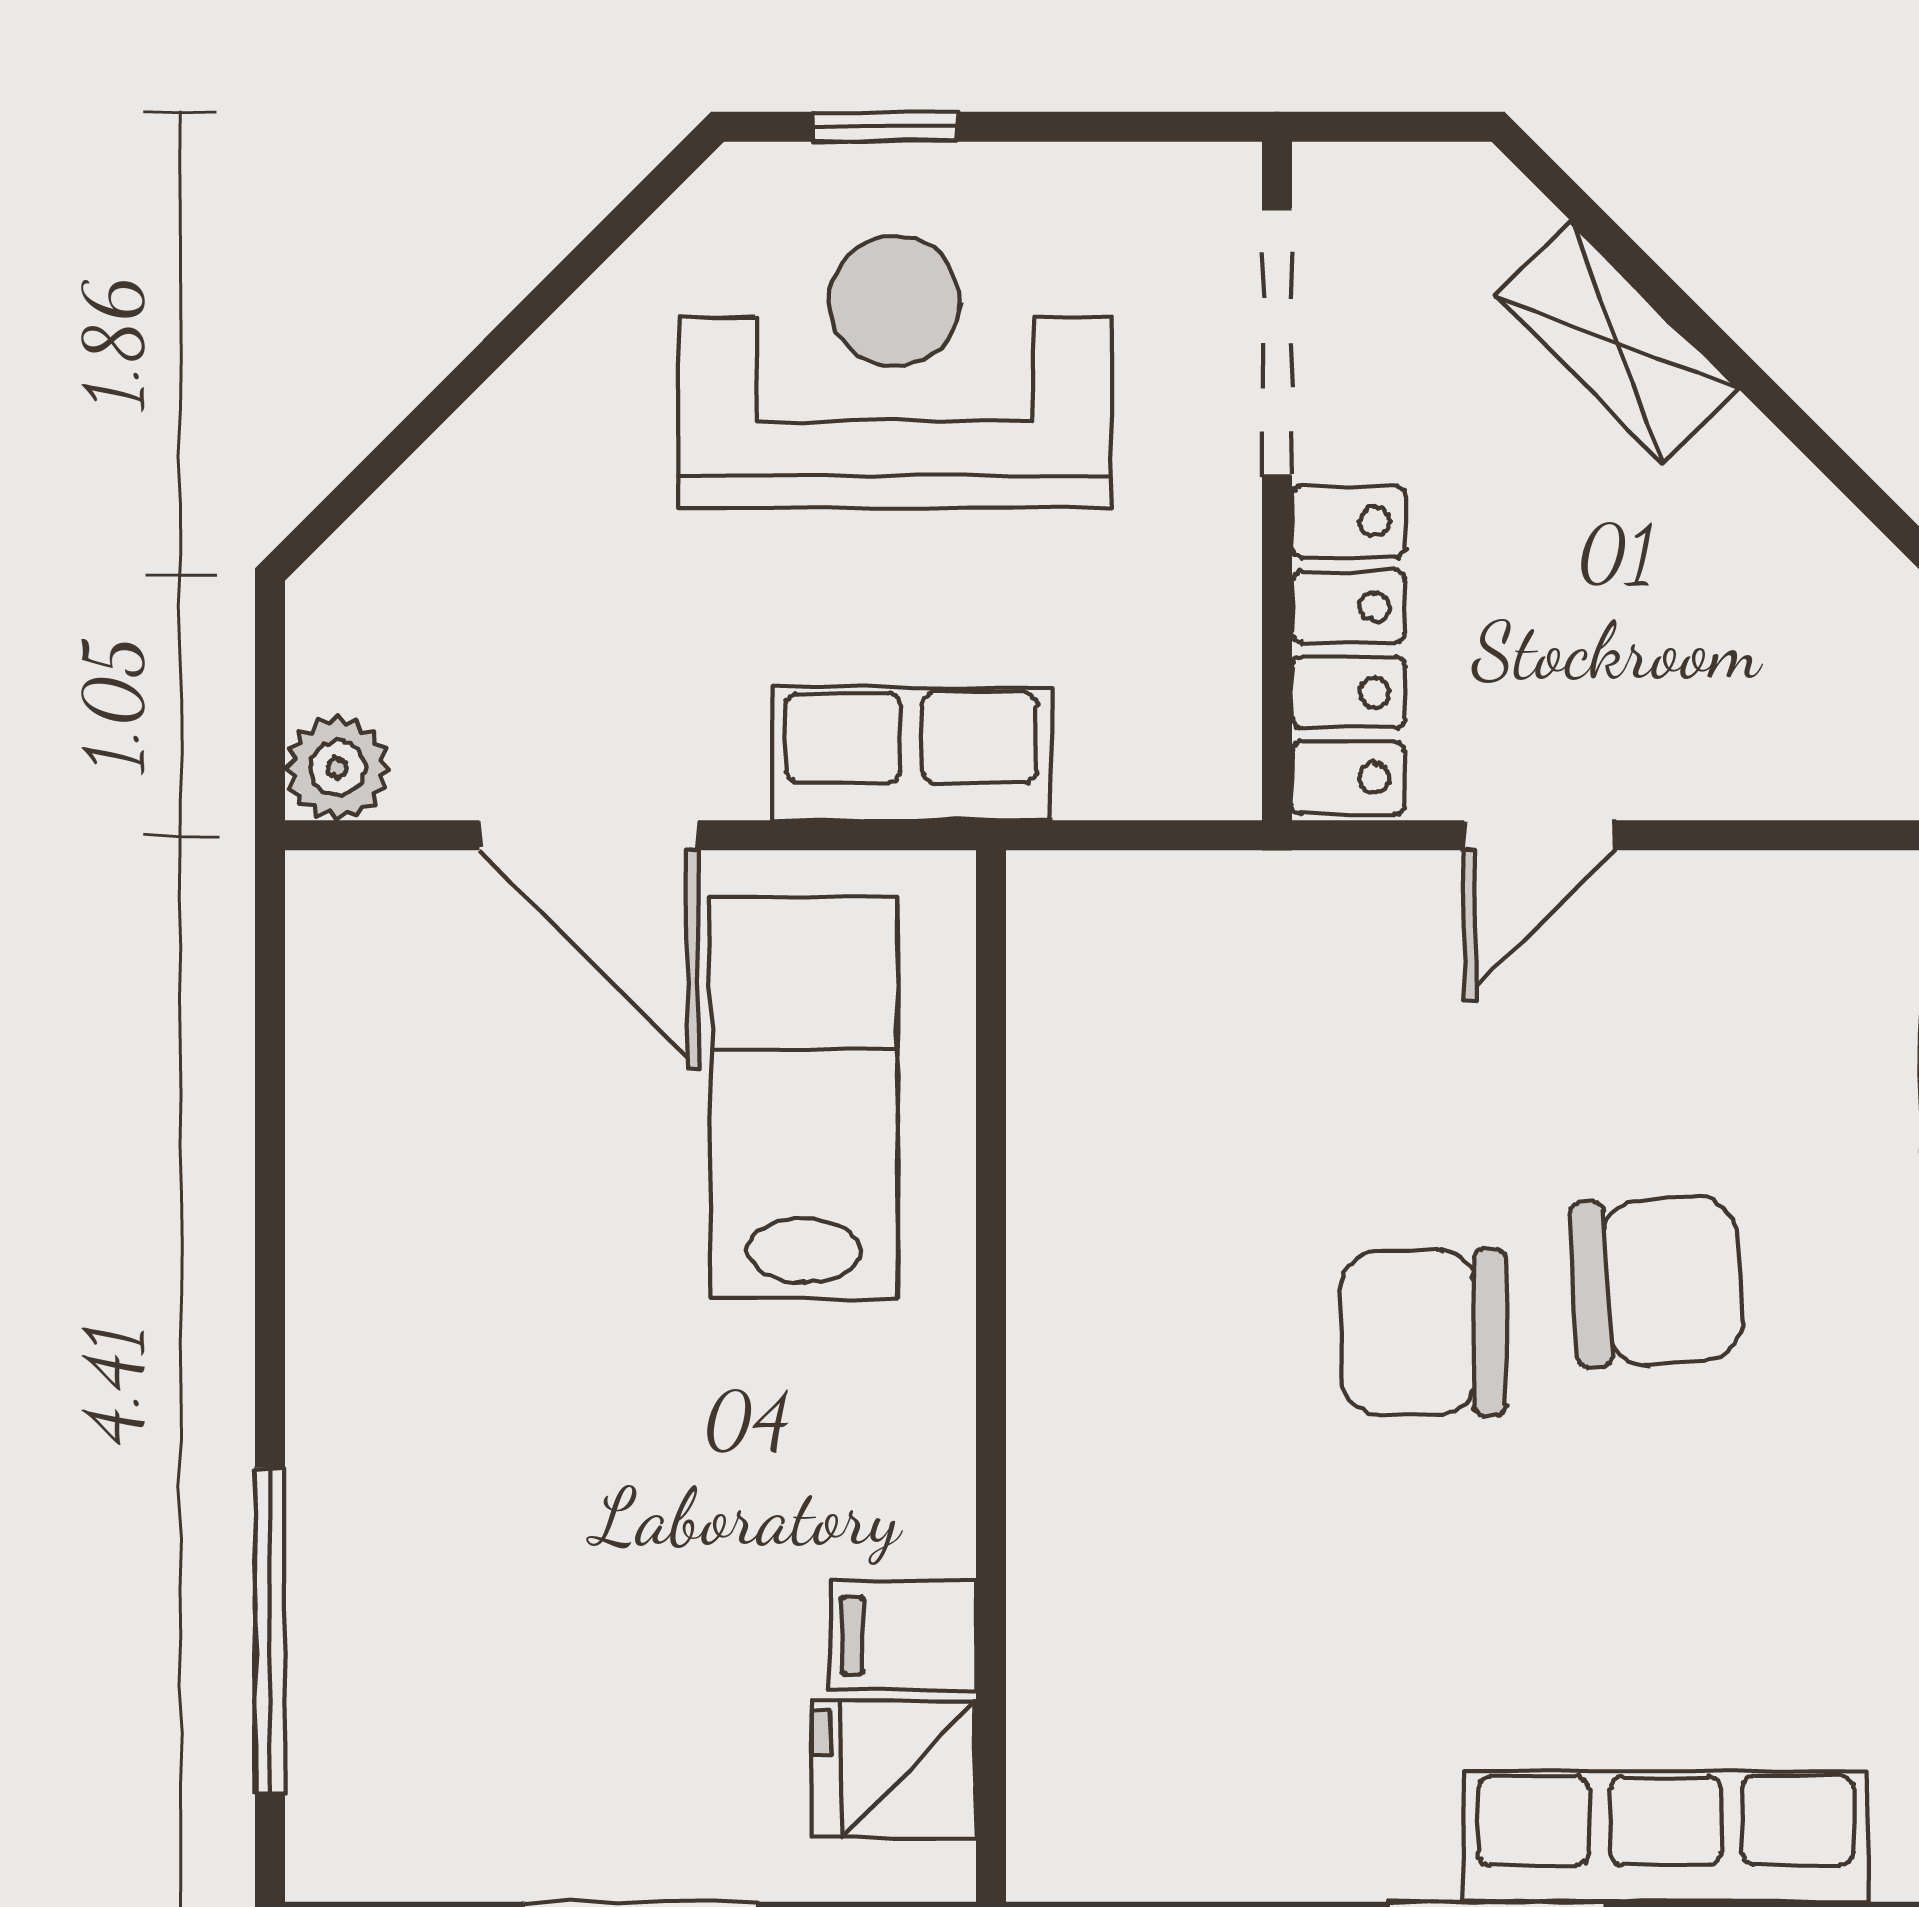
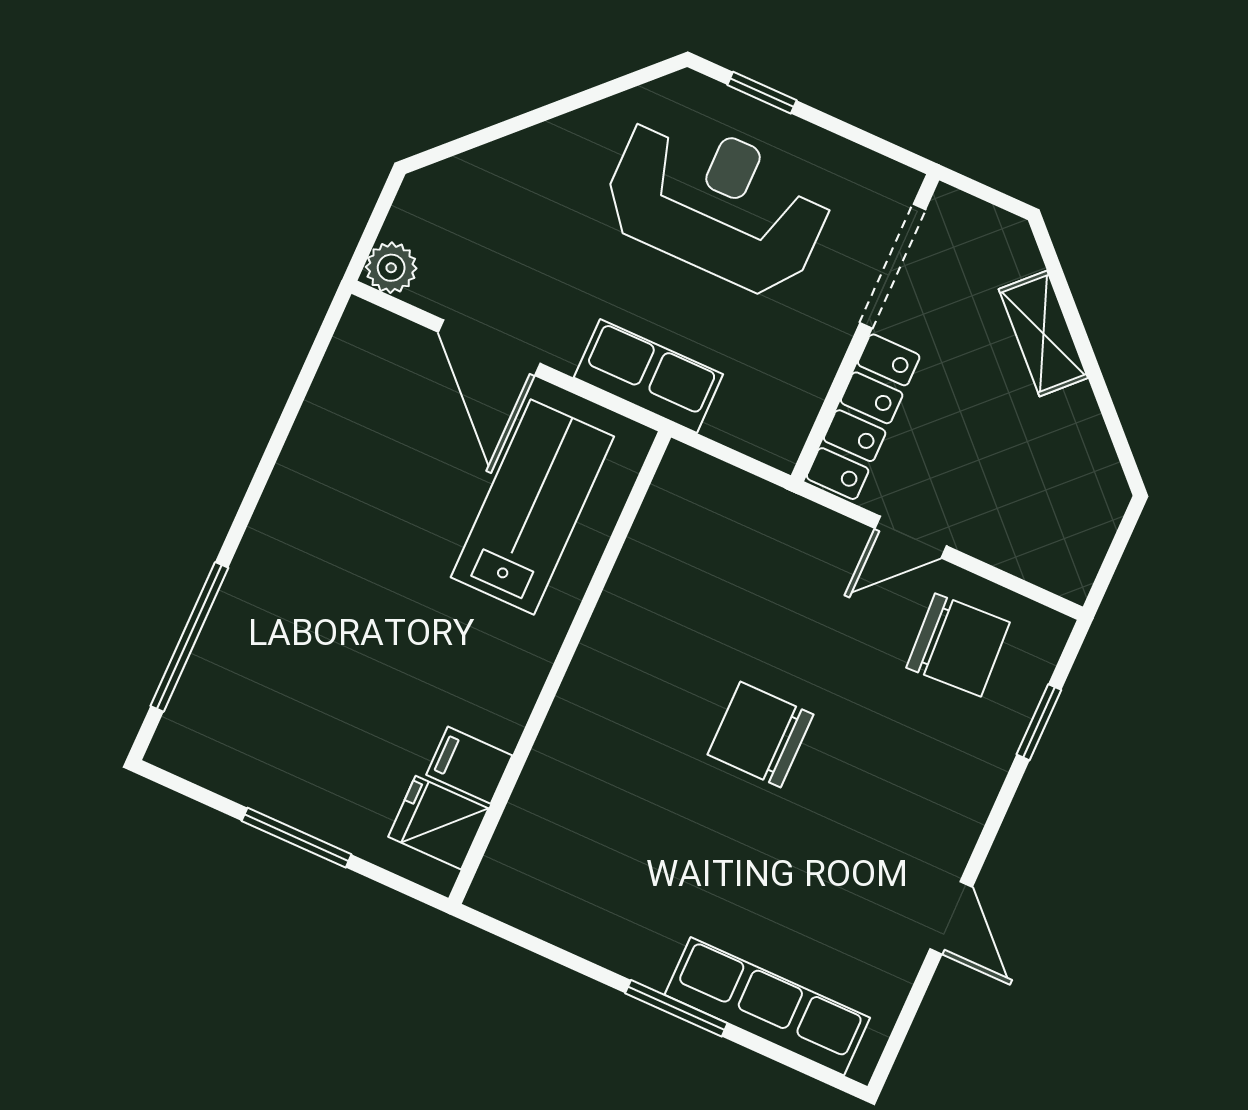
chair: (1657, 1281) -> (958, 645), moved

